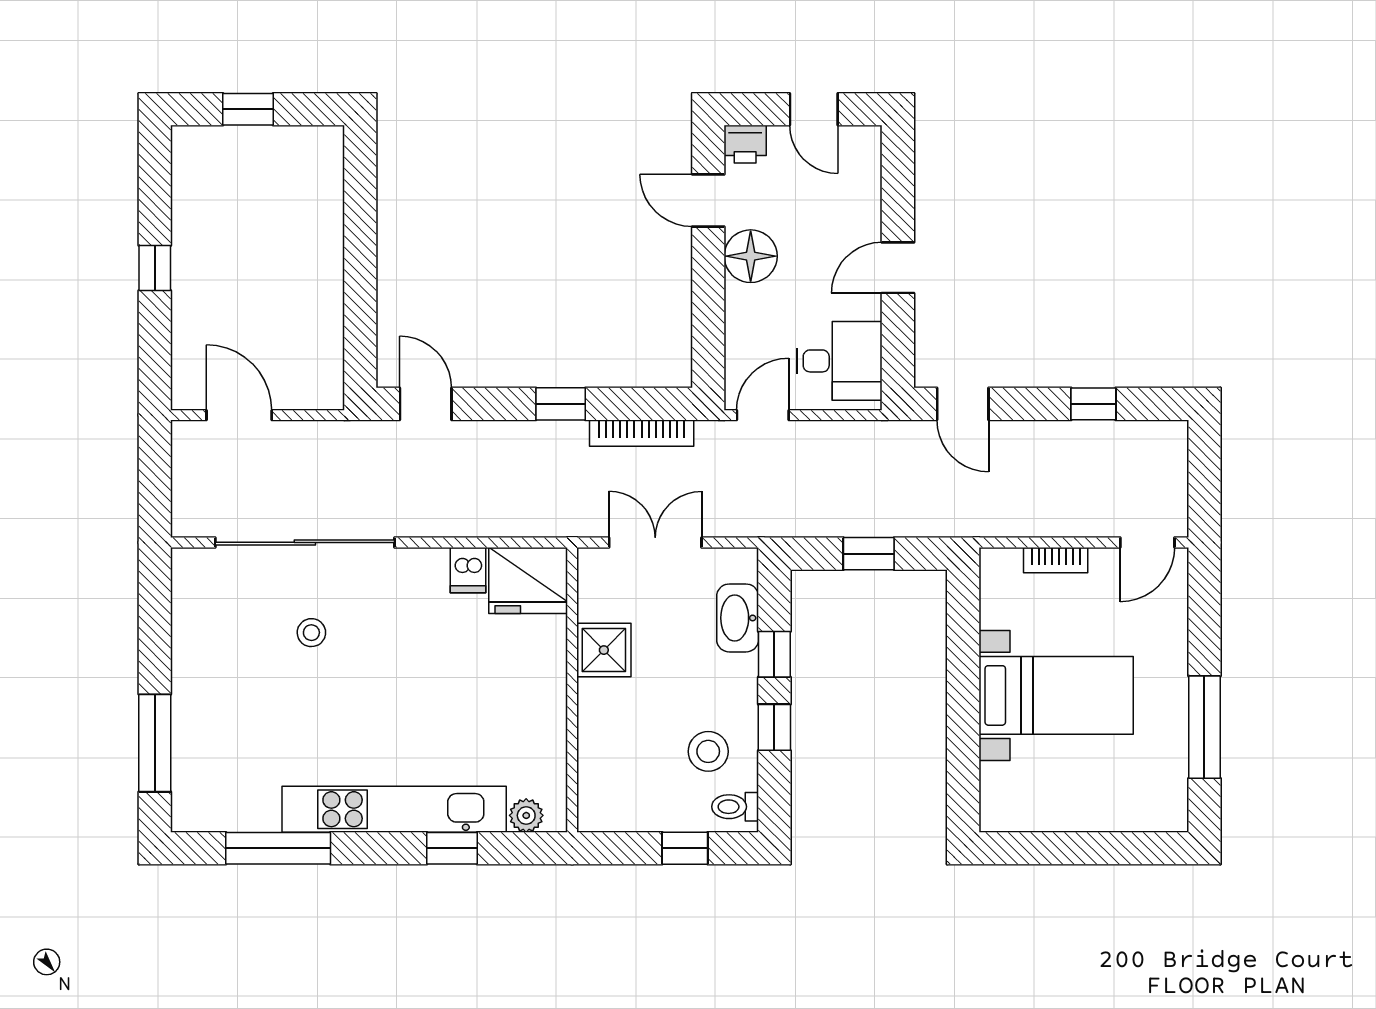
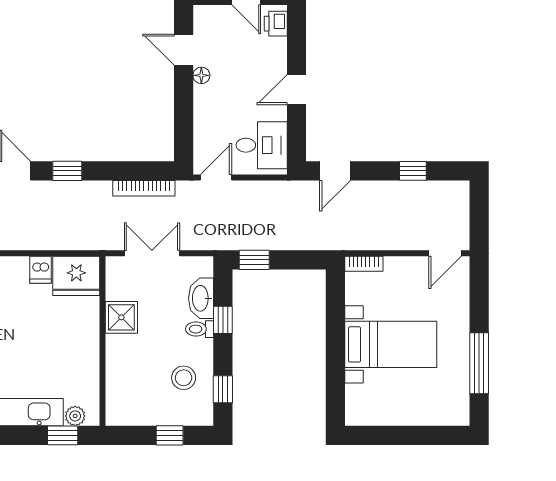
printer: (745, 144) -> (276, 24), moved, turned 90
floor lamp: (751, 256) -> (201, 75), width x0.53, depth x0.53
window: (561, 404) -> (67, 171), moved
door: (963, 404) -> (335, 171), hinge flipped
window: (869, 554) -> (254, 260), moved
bookcase: (1056, 560) -> (364, 264), moved
window: (774, 727) -> (223, 389), moved
toilet: (735, 807) -> (200, 329), moved
window: (452, 848) -> (63, 435), moved

